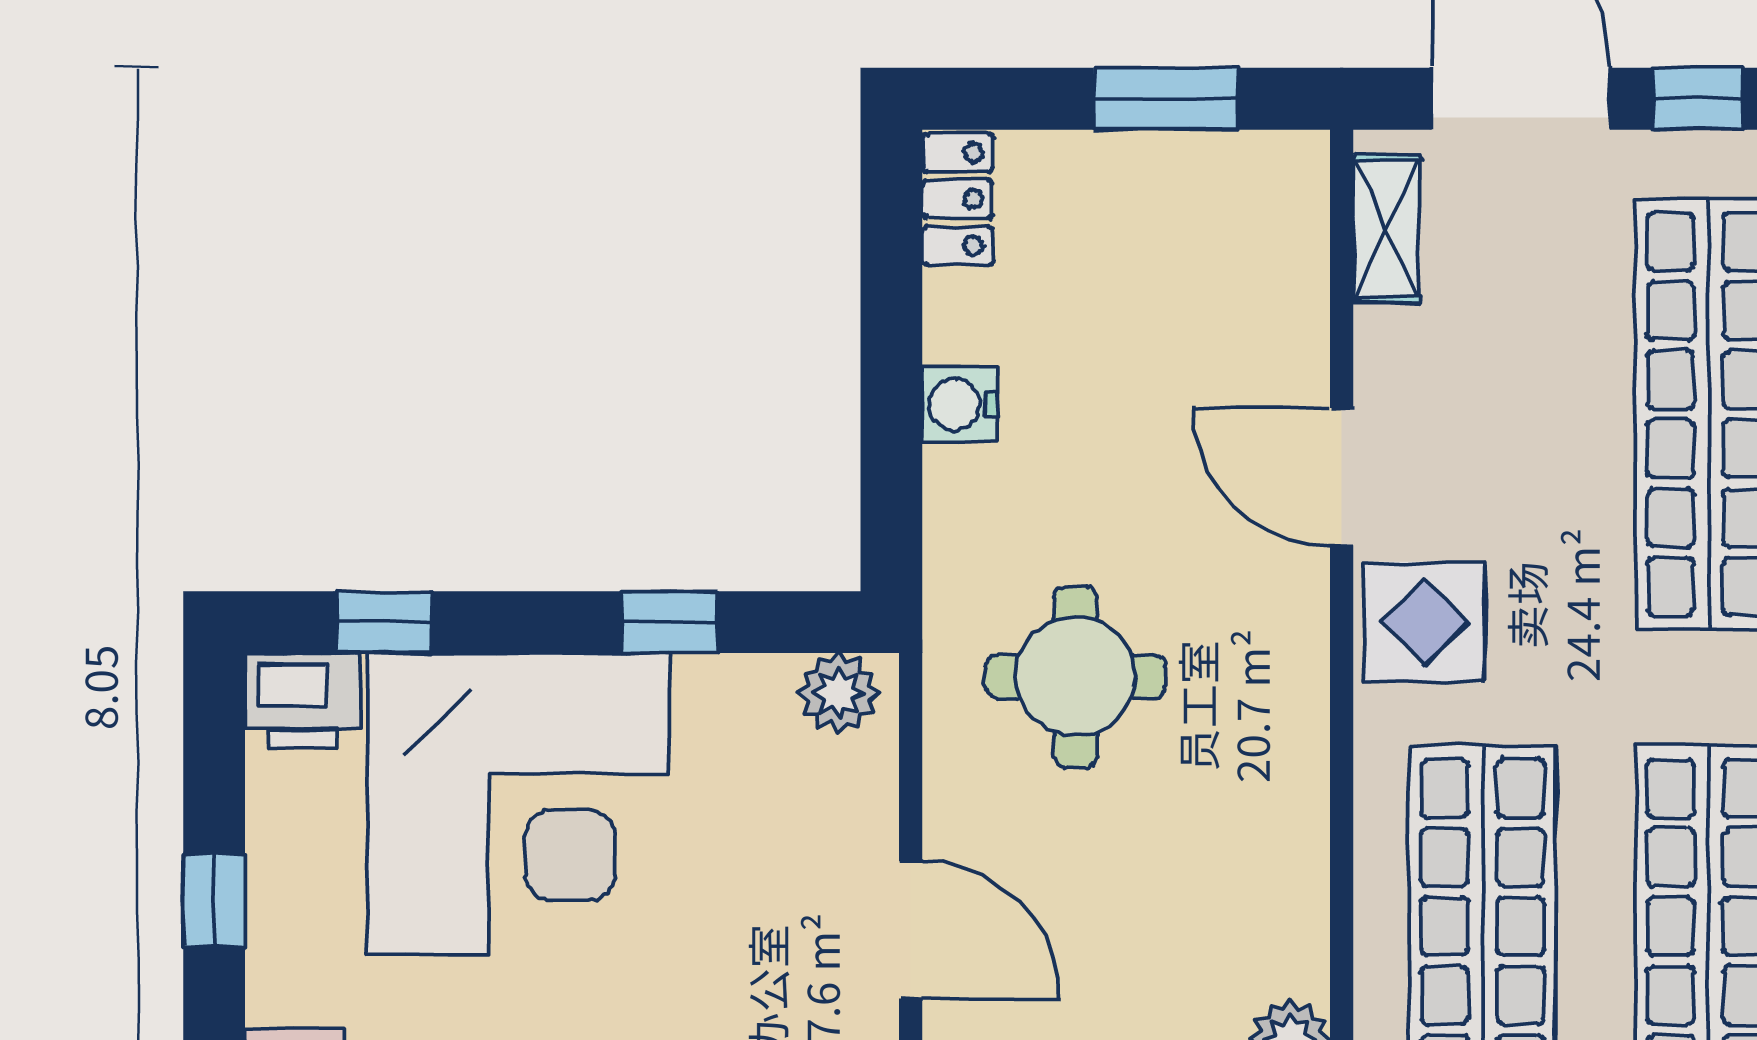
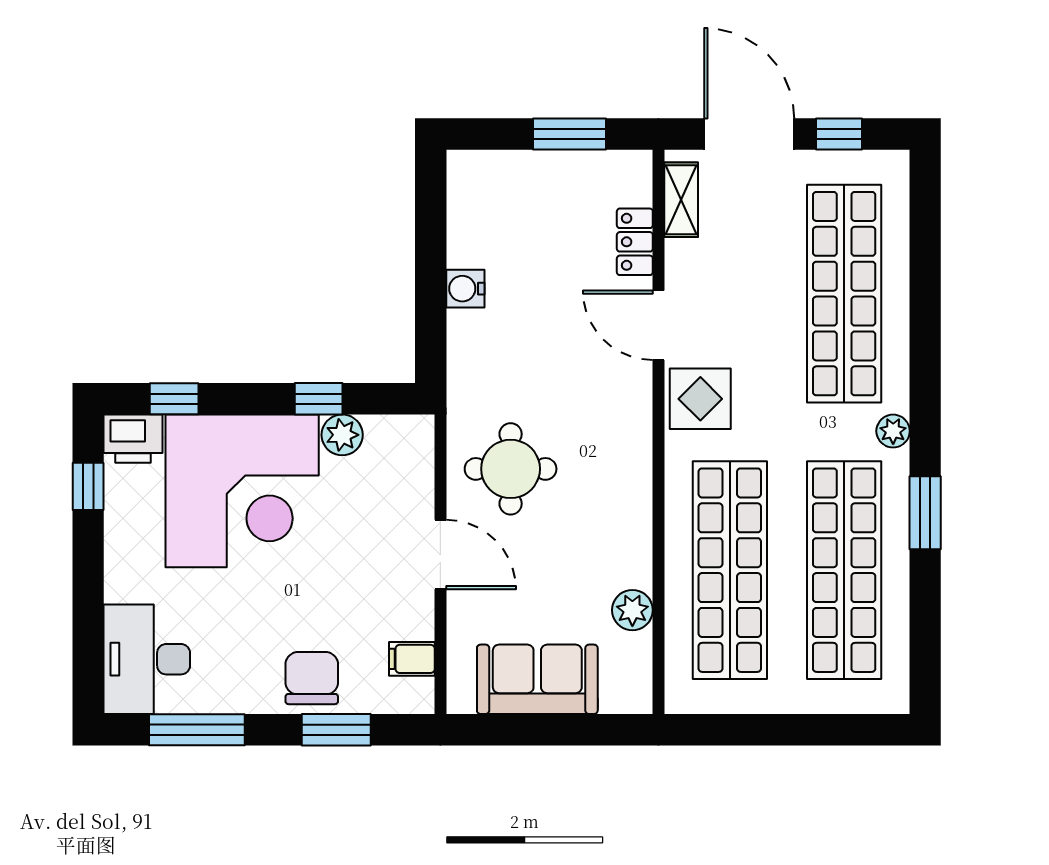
locker: (957, 199) -> (635, 242), moved, turned 180
round table: (1075, 676) -> (511, 469), moved
plant: (839, 693) -> (342, 435), moved
window: (214, 901) -> (88, 486), moved

